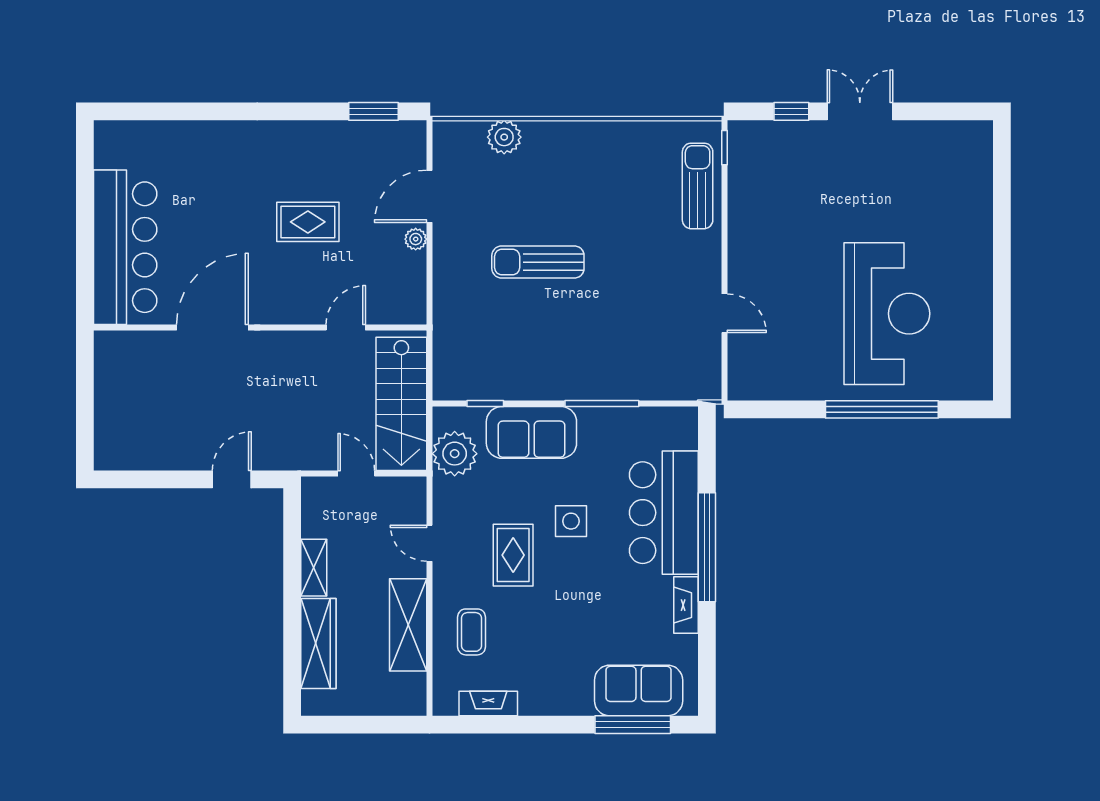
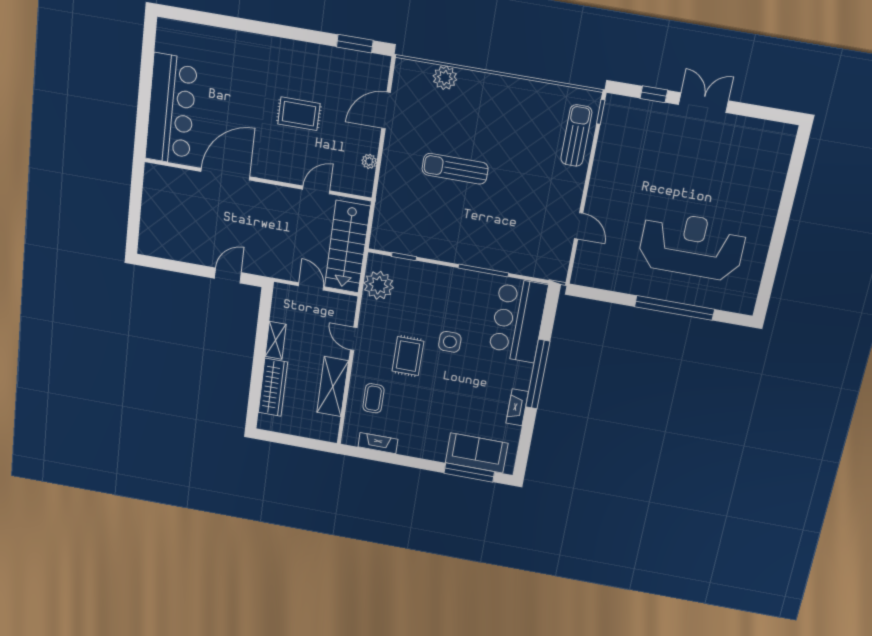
plant: (416, 239) -> (369, 161), moved
reception desk: (887, 314) -> (692, 246), turned -90
sofa: (531, 432) -> (432, 281), removed
bar counter: (664, 513) -> (518, 320), moved

